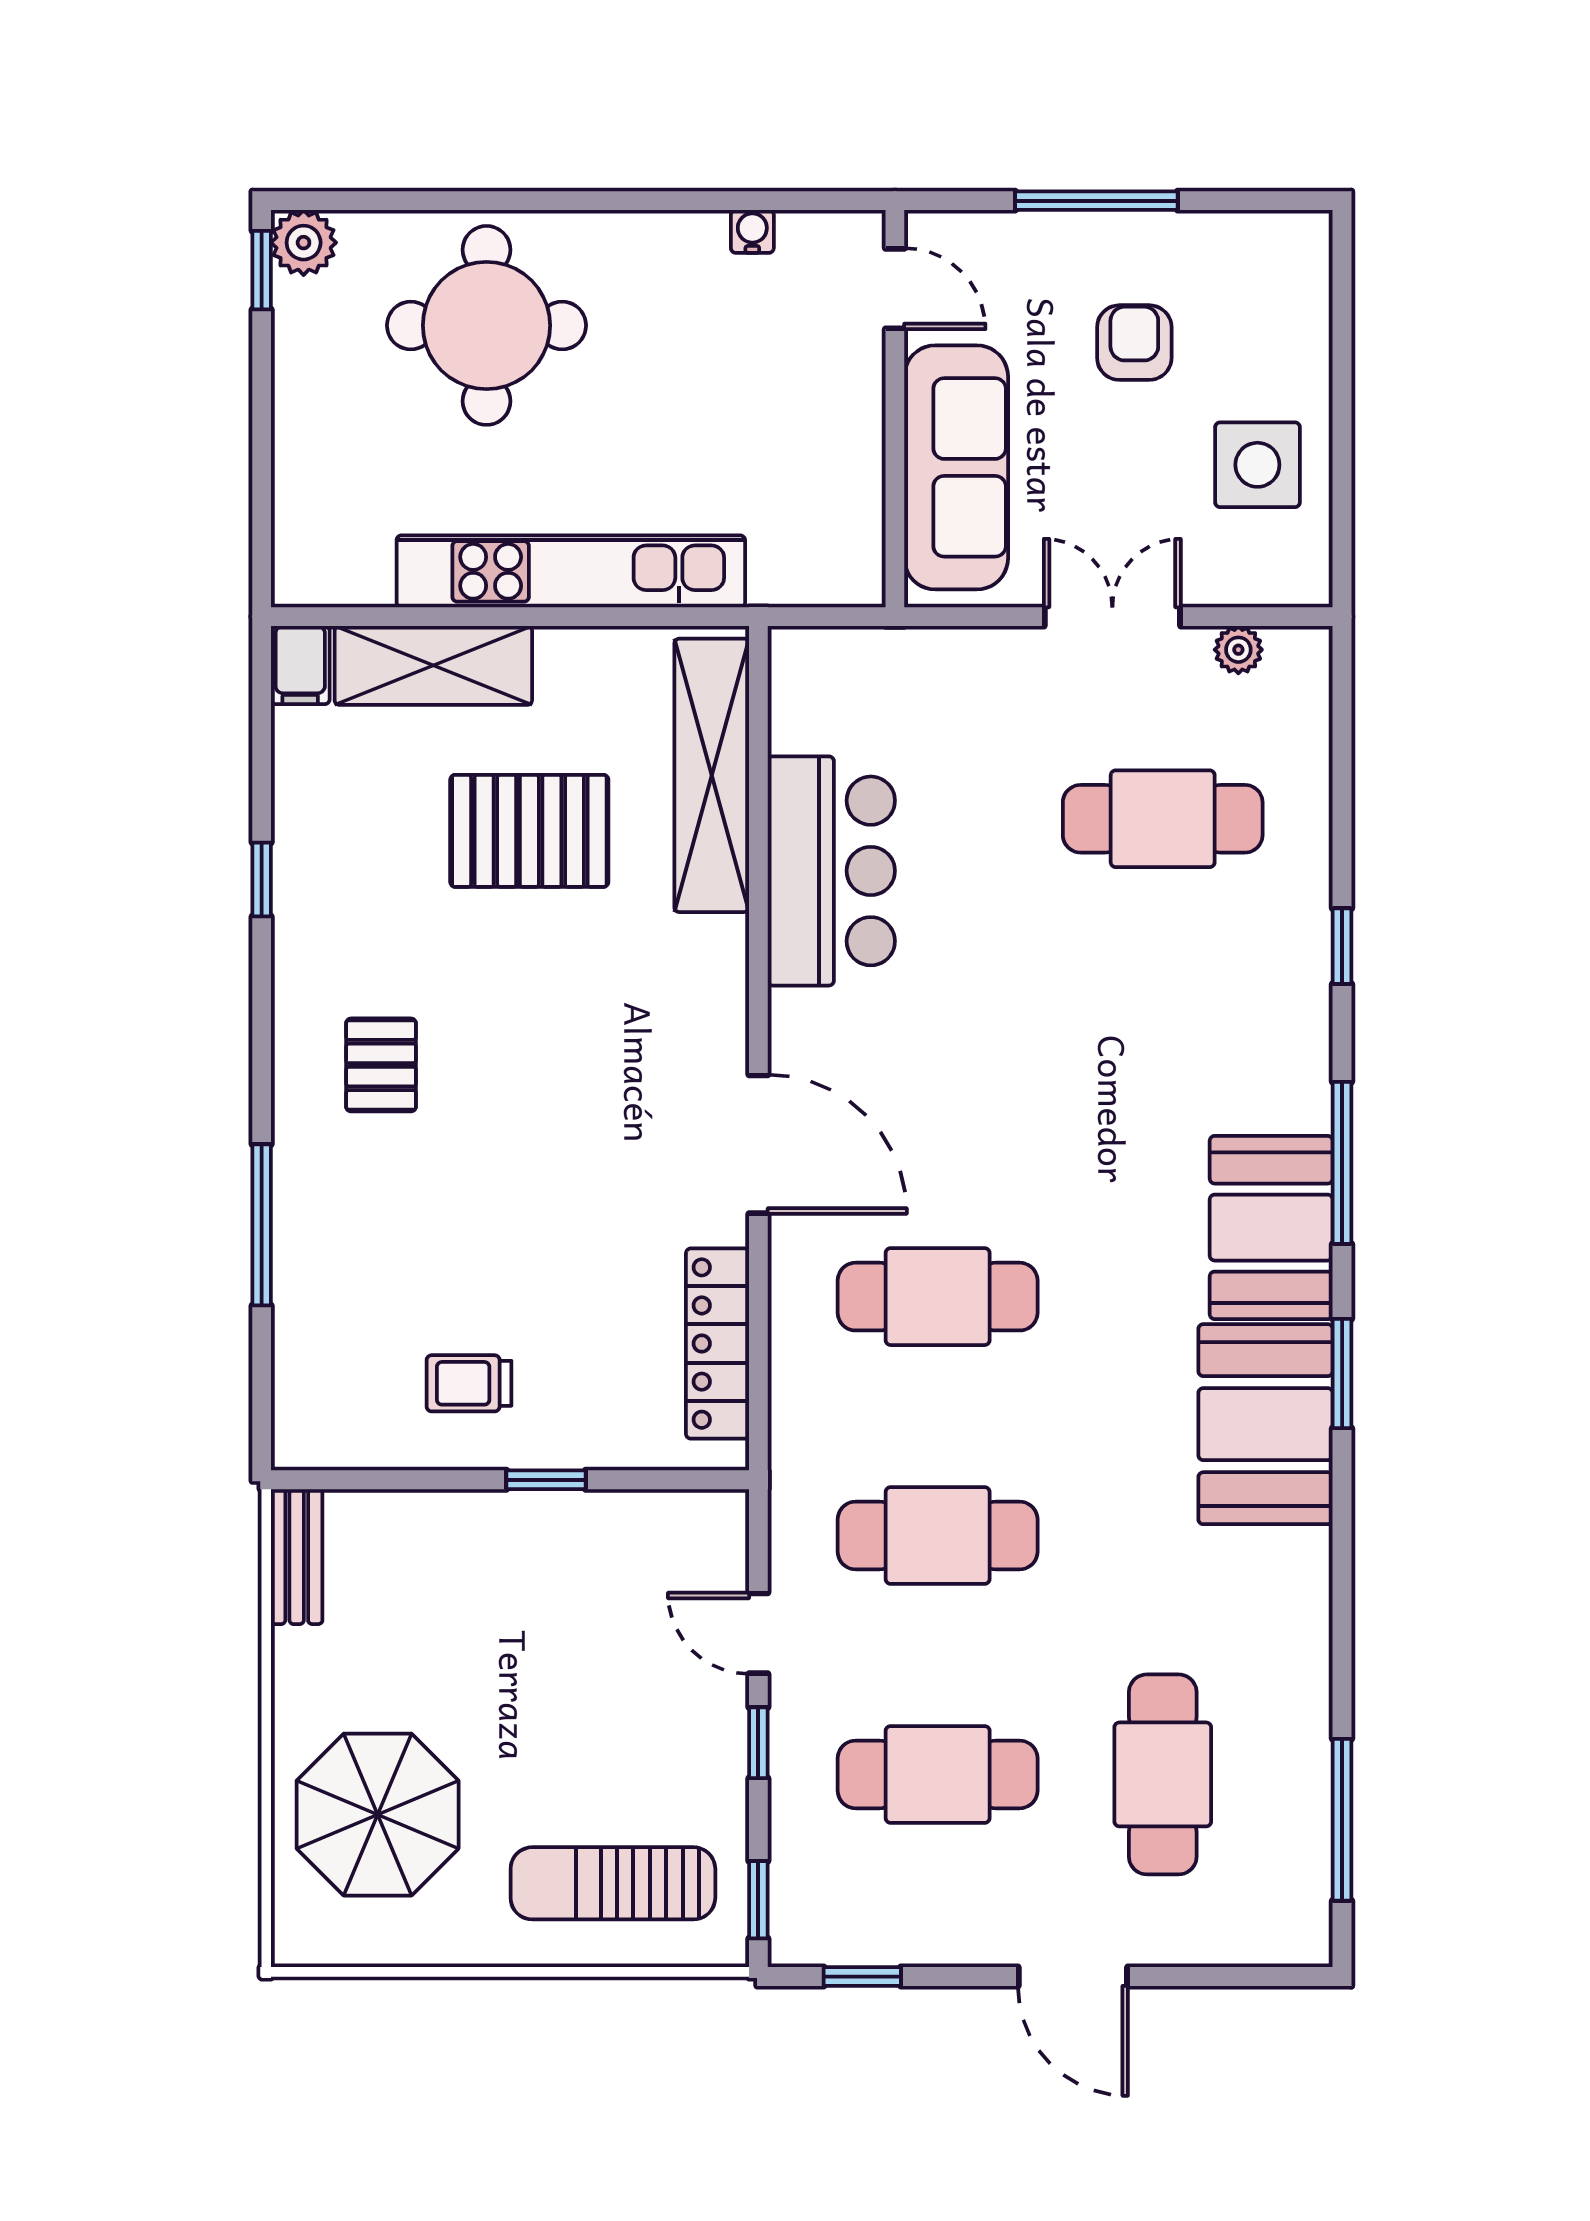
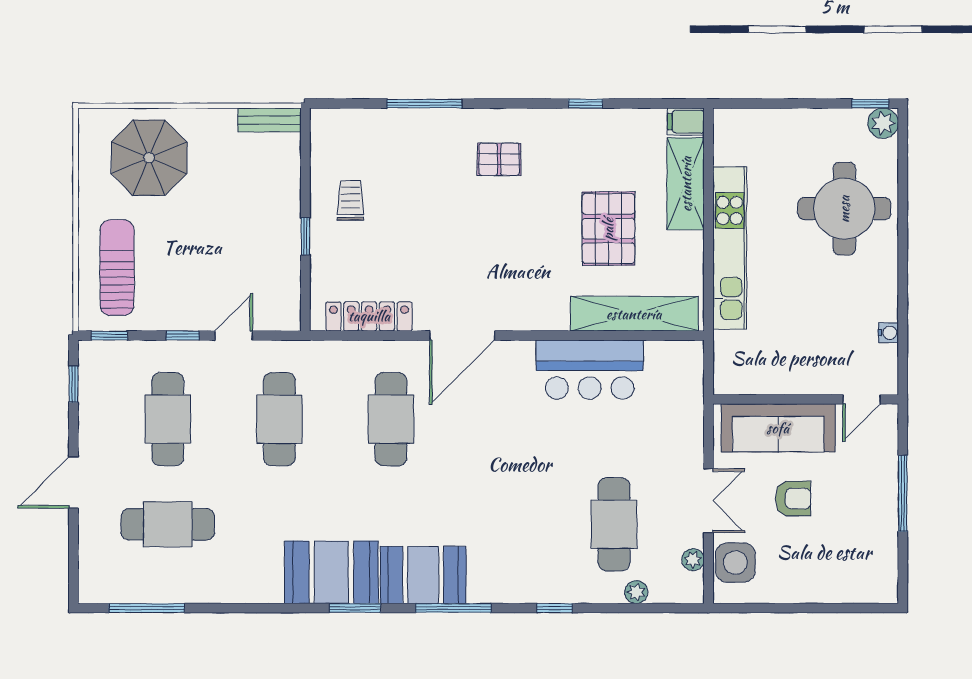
armchair: (1134, 343) -> (793, 499), moved
side table: (1257, 465) -> (735, 563), moved
plant: (1308, 771) -> (636, 592), added

